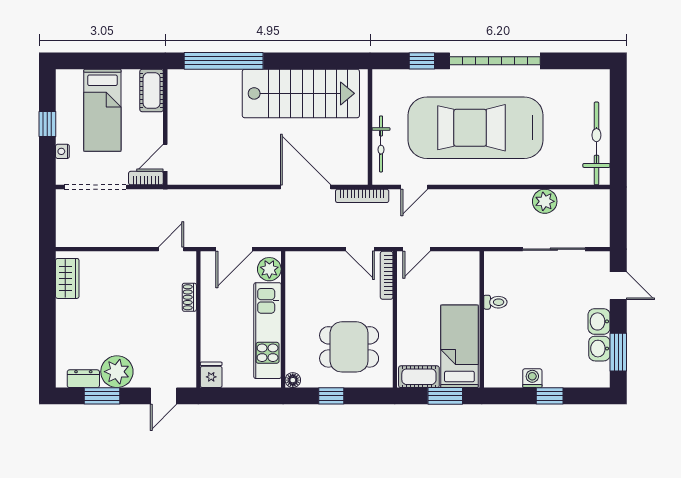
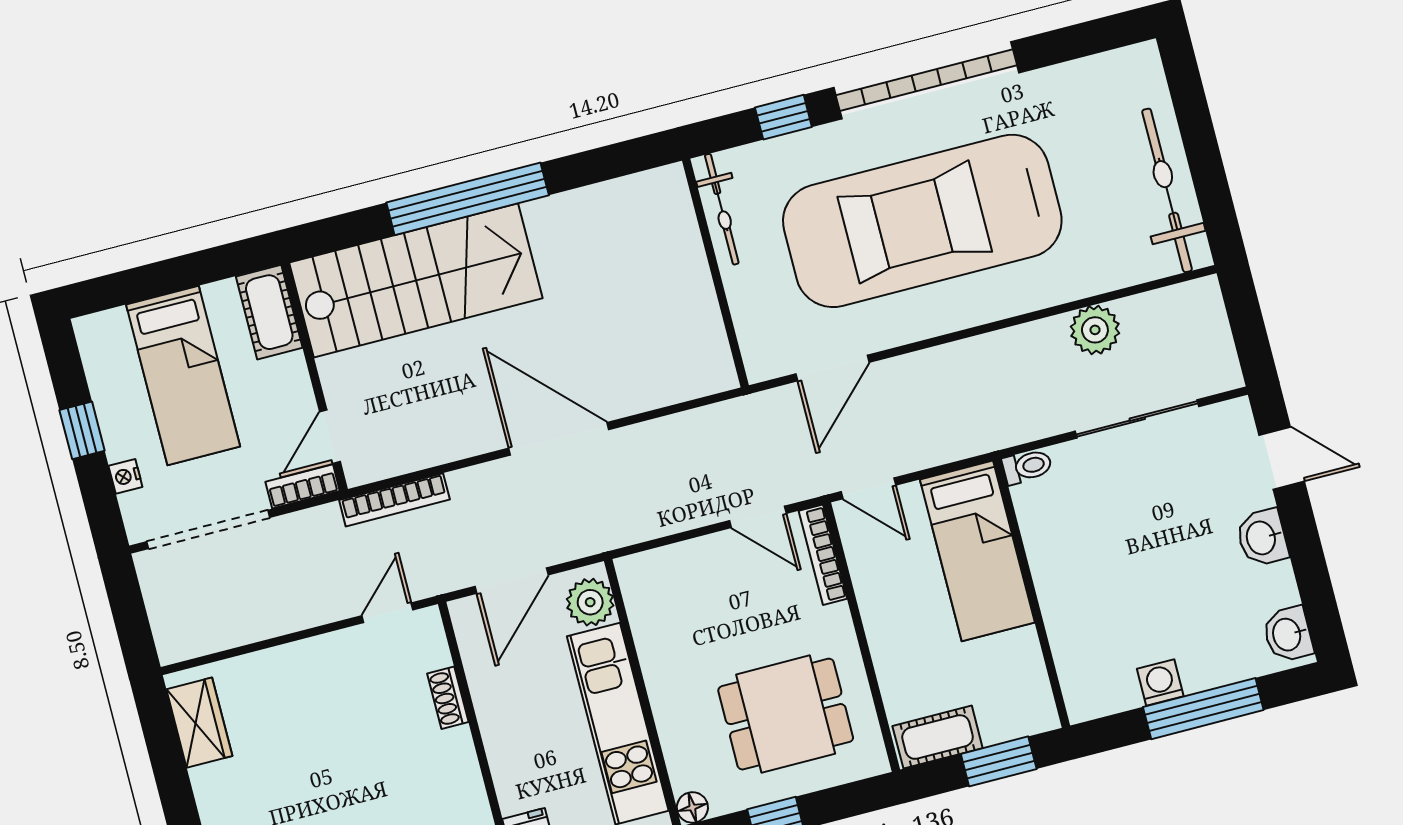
window: (224, 61) -> (468, 199), moved
stairs: (301, 93) -> (416, 280), moved
bicycle: (381, 144) -> (722, 209), moved
door: (306, 187) -> (559, 439), moved
door: (414, 187) -> (832, 368), width x1.38
bookcase: (362, 196) -> (394, 500), moved
door: (417, 249) -> (868, 488), hinge flipped
toilet: (495, 302) -> (1027, 466), moved
bed: (459, 346) -> (977, 551), moved, turned 180
washbasin: (599, 349) -> (1288, 634), moved
window: (618, 352) -> (1315, 588), removed
window: (550, 396) -> (1203, 709), width x2.17

